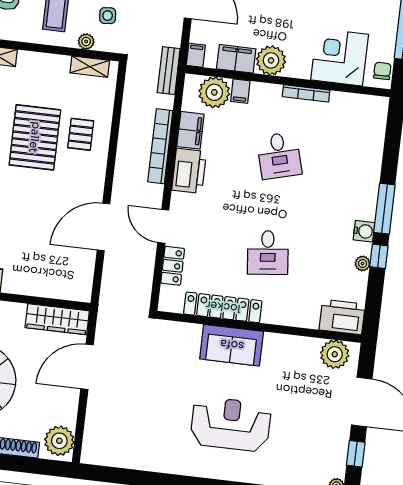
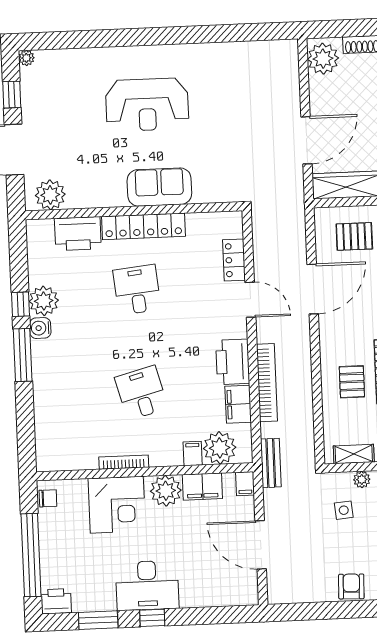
corner desk: (340, 57) -> (117, 505), moved
chair: (382, 71) -> (48, 498), turned -90
plant: (362, 263) -> (44, 301), width x1.87, depth x1.87
pallet: (57, 270) -> (354, 236), added
locker: (223, 307) -> (143, 226), moved
printer: (342, 317) -> (78, 234), moved

